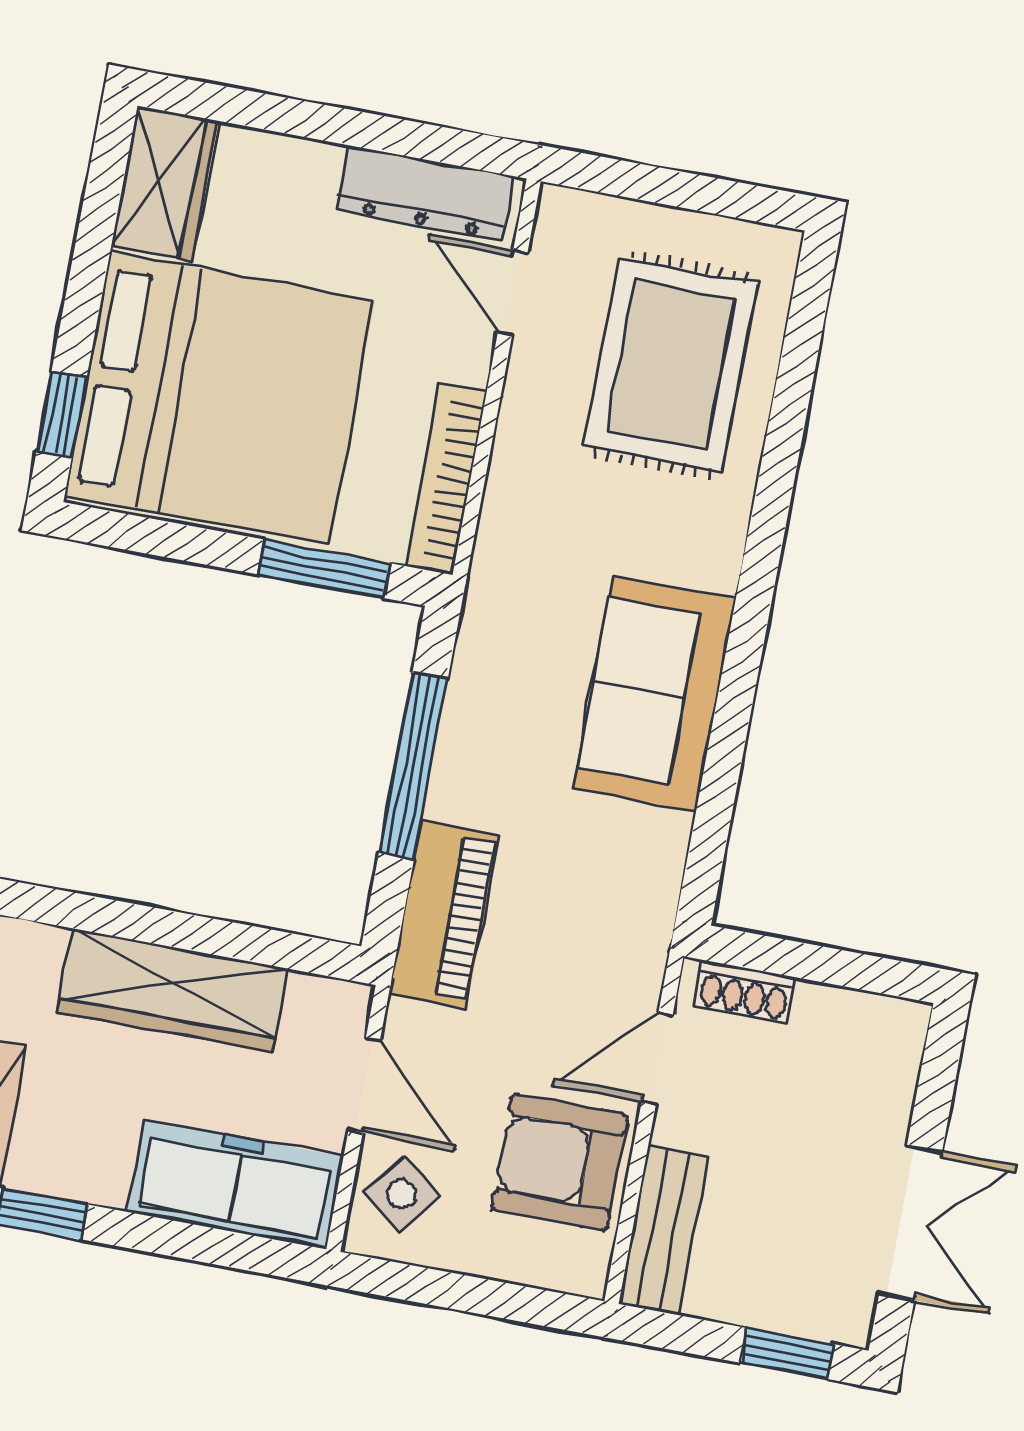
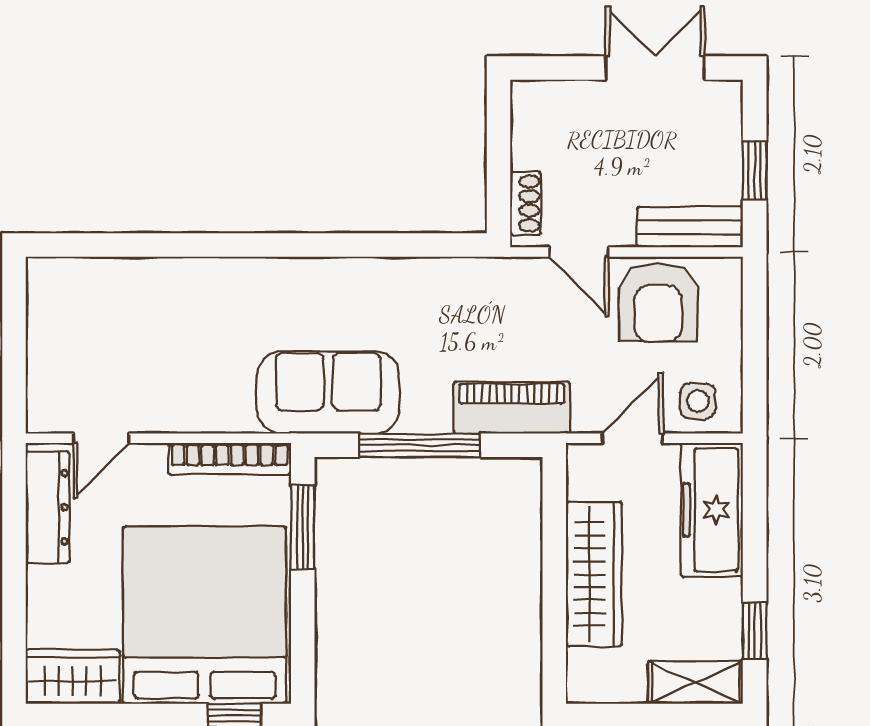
rug: (671, 365) -> (129, 327), removed
sofa: (655, 693) -> (328, 393), moved, turned 180
side table: (402, 1194) -> (698, 401), turned -38
window: (787, 1354) -> (755, 170), moved

